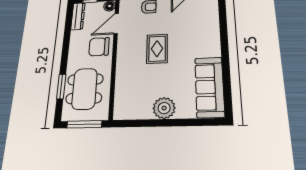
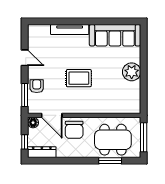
tv unit: (214, 36) -> (70, 30), added

